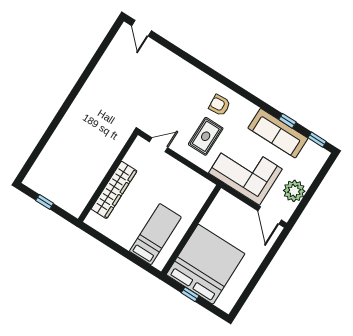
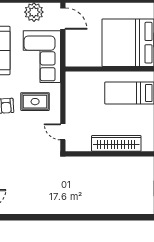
door: (270, 215) -> (63, 19), hinge flipped

